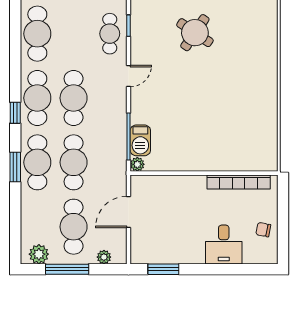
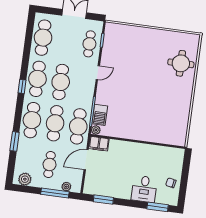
round table: (195, 33) -> (181, 63), moved, turned -34
cafe table: (110, 162) -> (78, 126), added
window: (15, 167) -> (15, 141), moved
bookcase: (239, 182) -> (159, 150), removed
filing cabinet: (145, 185) -> (99, 144), added
cafe table: (74, 227) -> (50, 164), width x0.73, depth x0.74
window: (67, 269) -> (55, 193), moved
window: (248, 269) -> (158, 207), added

